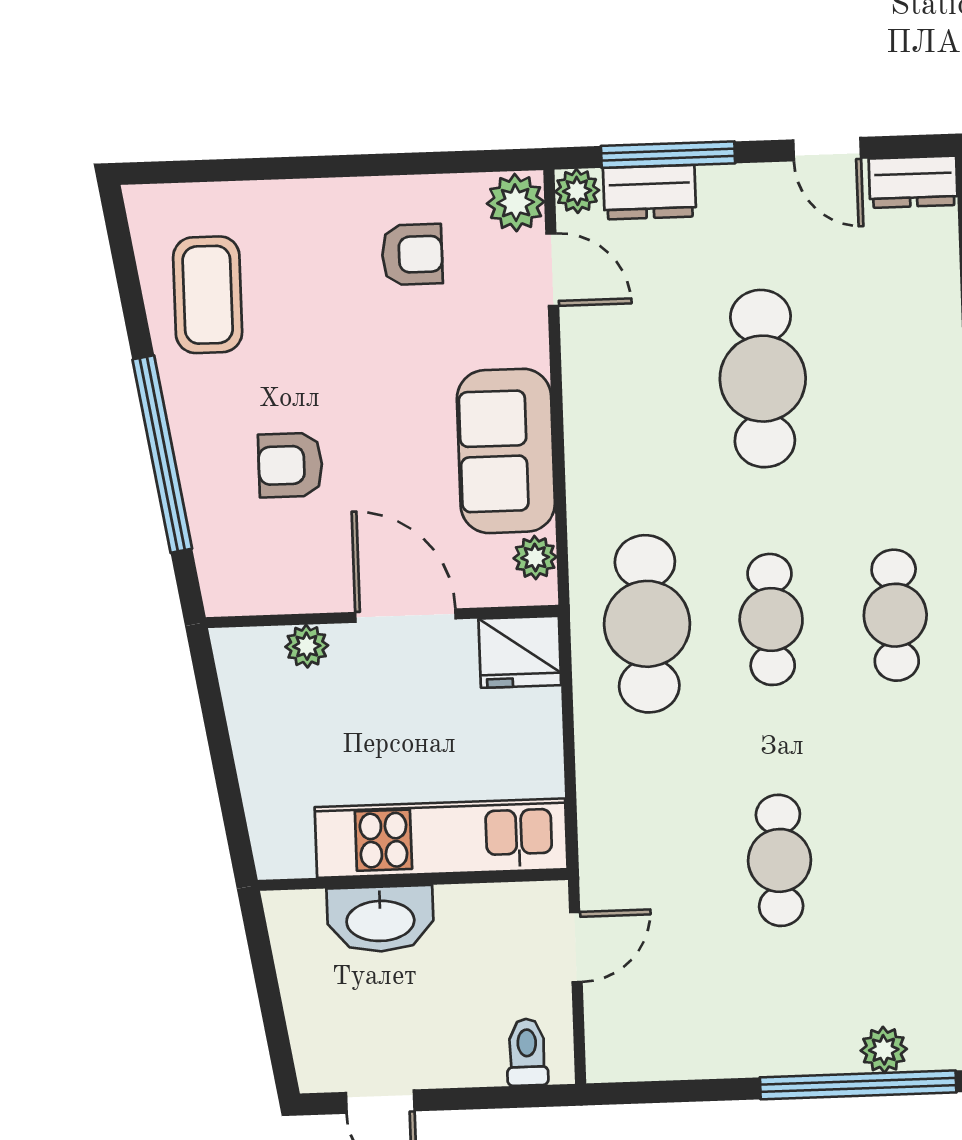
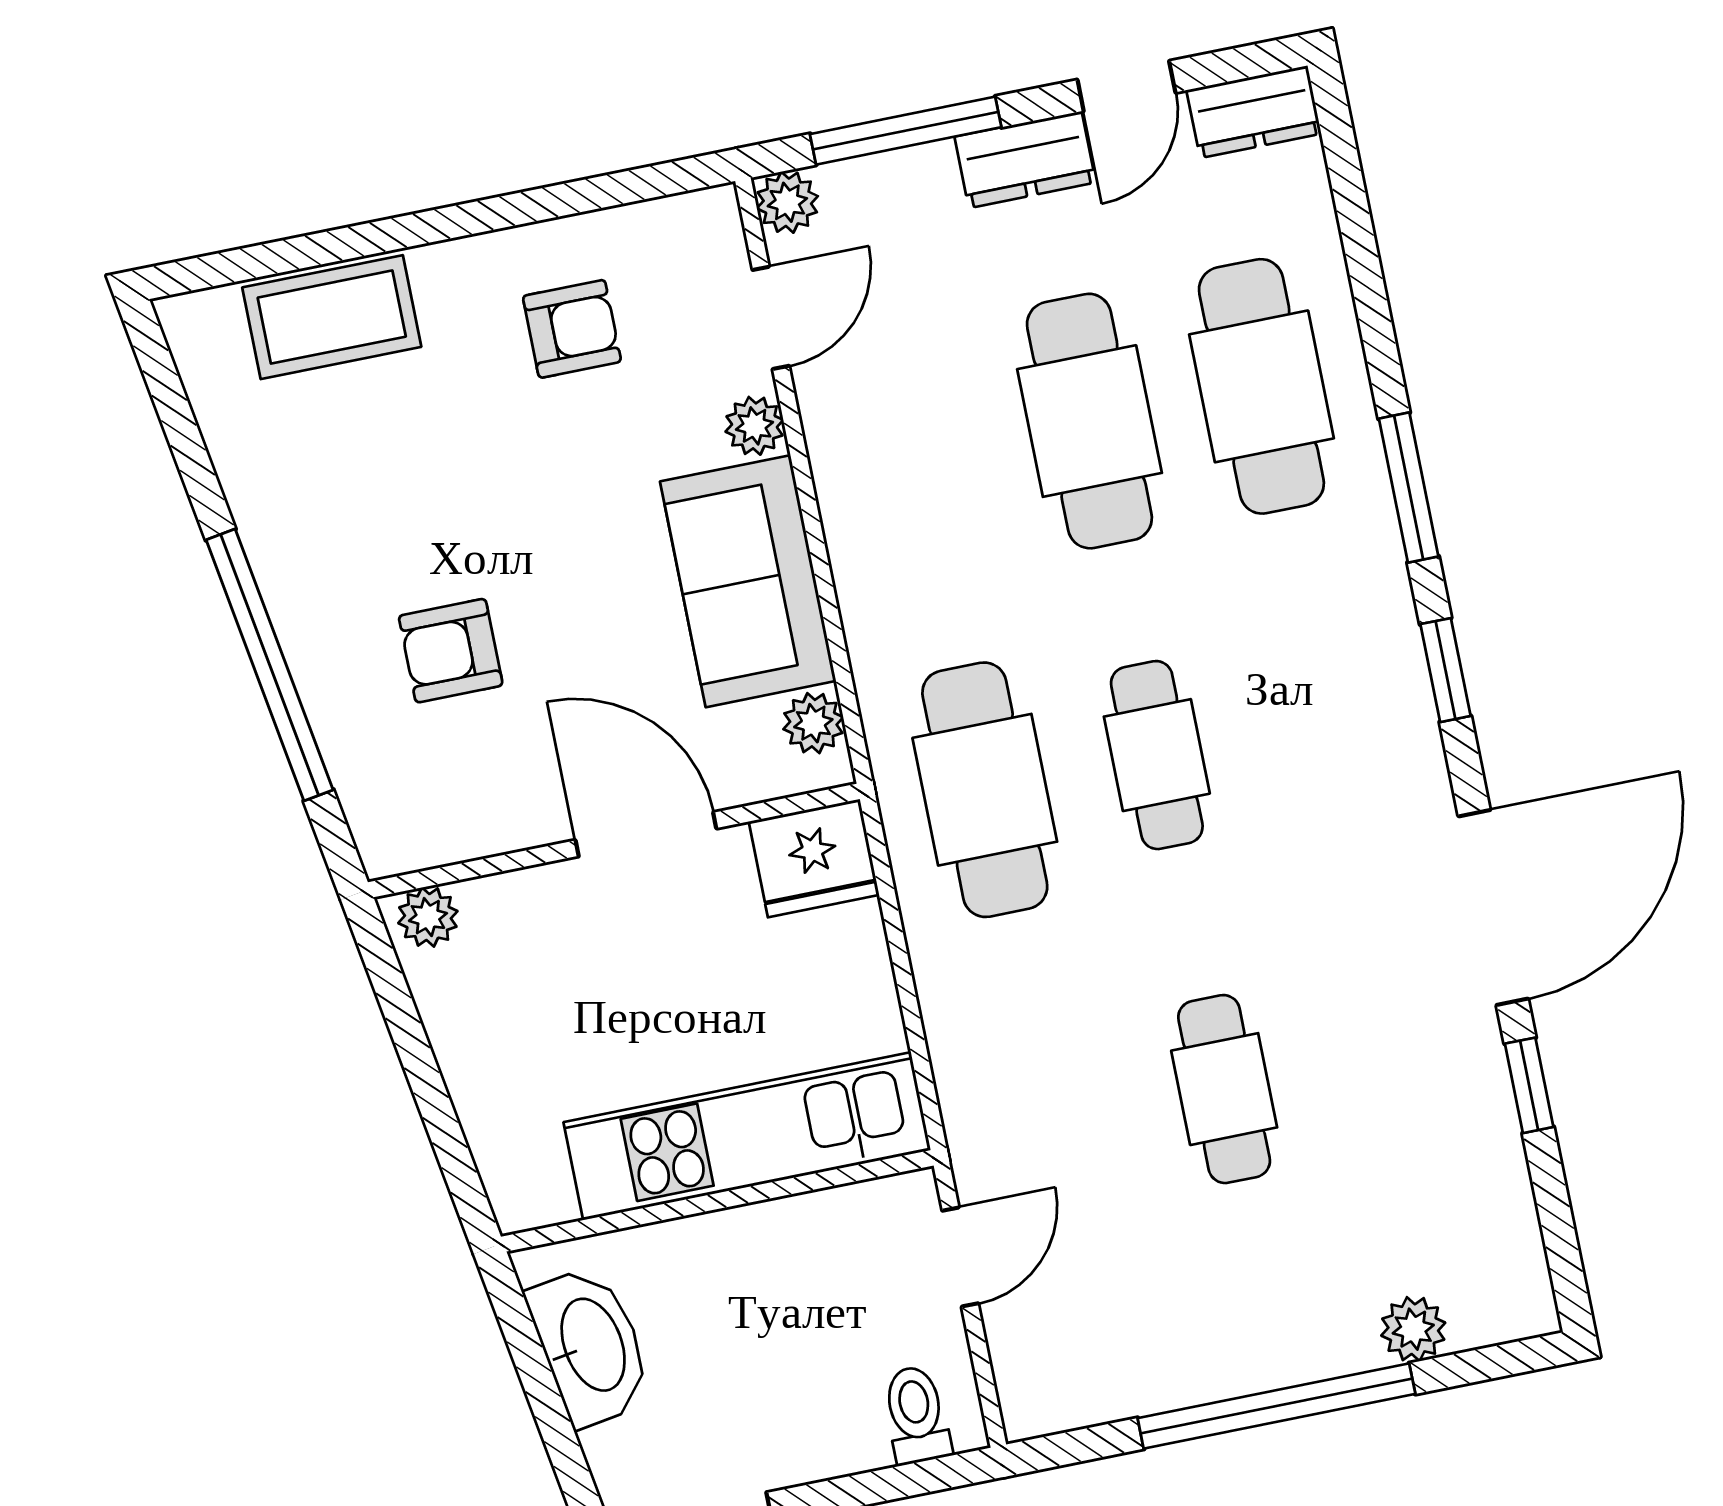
door: (827, 149) -> (1126, 86), hinge flipped
dresser: (650, 192) -> (1025, 160), moved
plant: (516, 203) -> (754, 426), moved, width x0.73, depth x0.73
door: (552, 270) -> (771, 318), hinge flipped
coffee table: (208, 295) -> (332, 317), moved, turned 90
cafe table: (895, 615) -> (1261, 386), moved, width x1.37, depth x1.35
plant: (307, 646) -> (428, 917), moved
washbasin: (380, 919) -> (591, 1346), moved, turned -99
window: (858, 1085) -> (1276, 1406), moved

